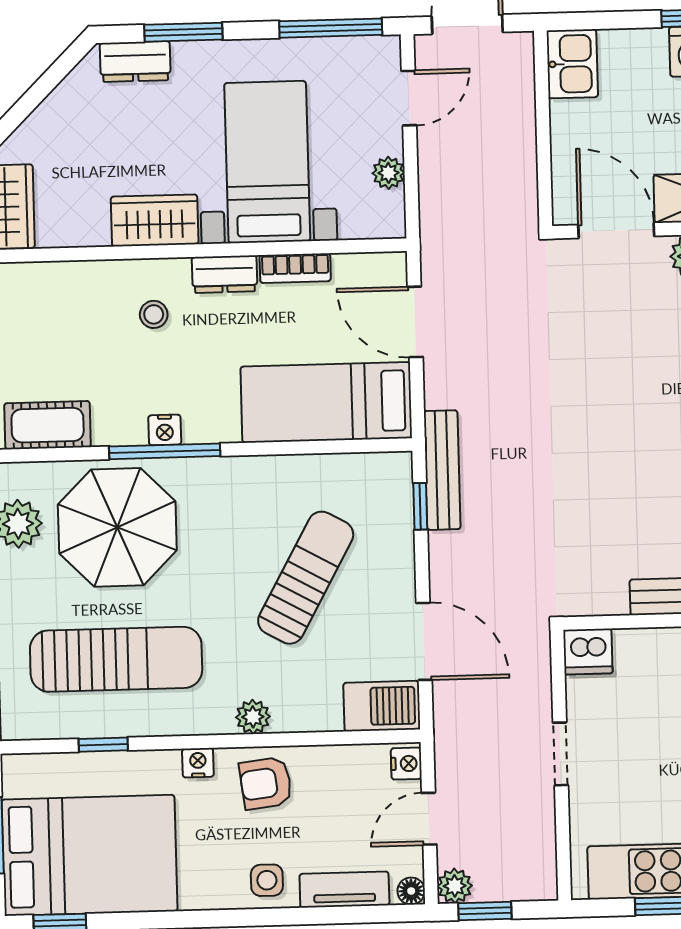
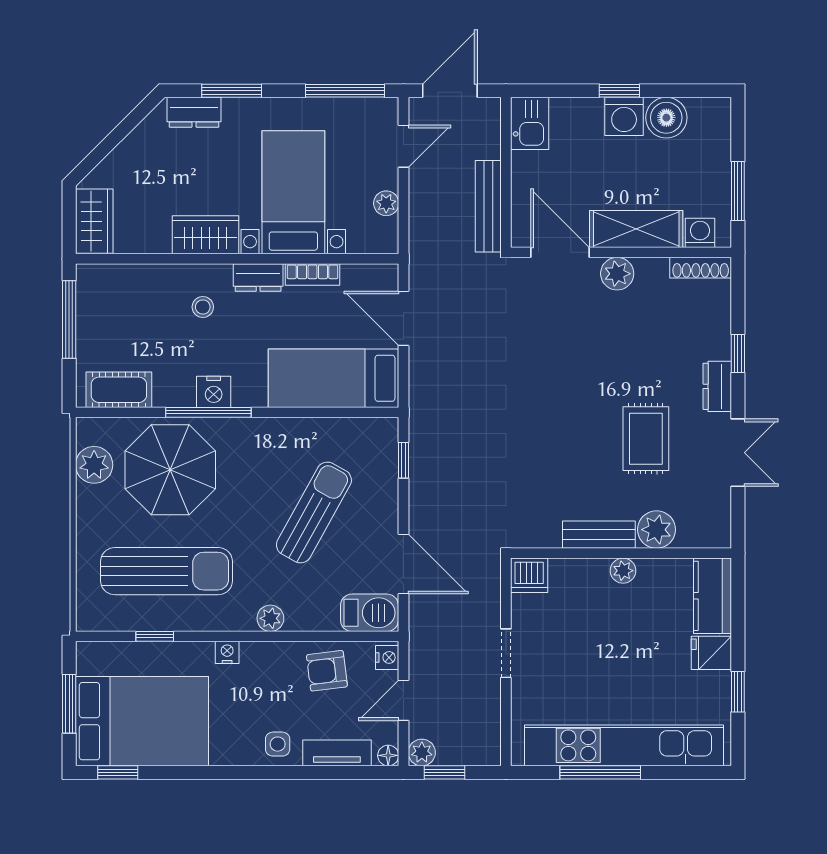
nightstand: (165, 430) -> (214, 392), width x1.39, depth x1.35
bench: (442, 470) -> (488, 206), moved
armchair: (266, 783) -> (327, 671), moved

